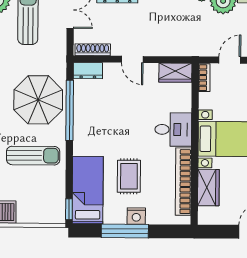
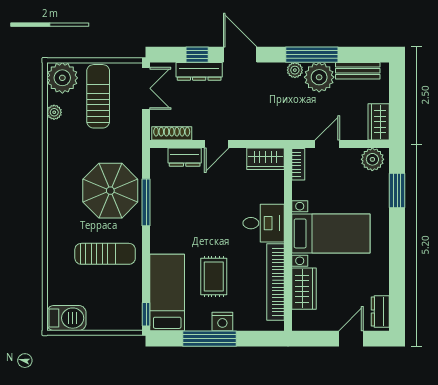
door: (132, 59) -> (217, 144), hinge flipped
dresser: (88, 71) -> (185, 157), moved
window: (70, 110) -> (146, 202), width x0.68

